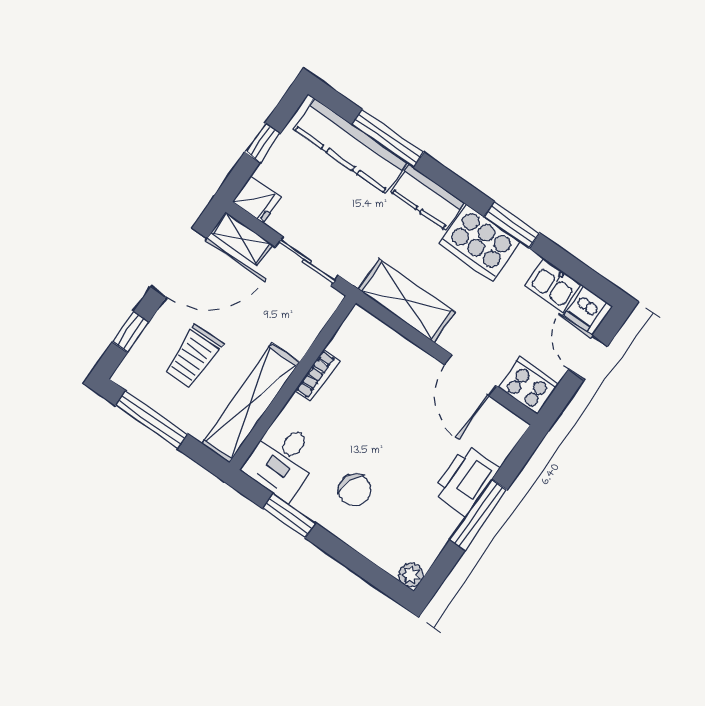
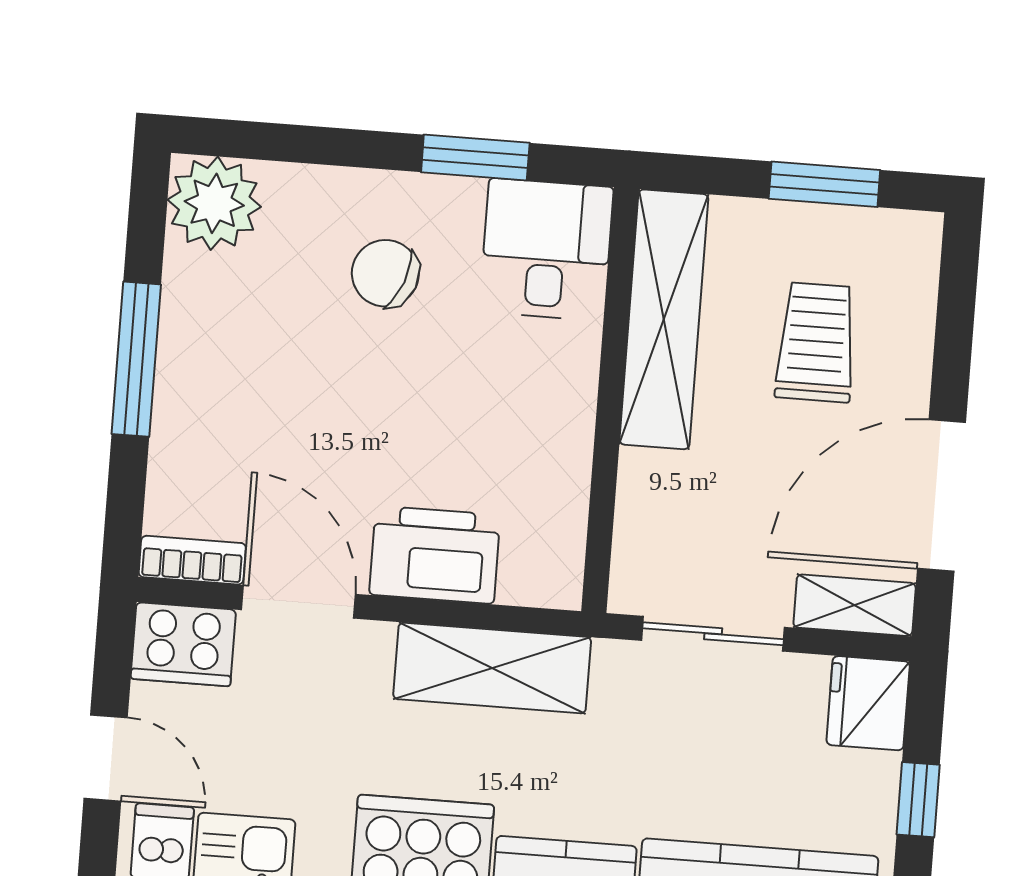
fridge: (256, 200) -> (868, 703), width x1.38
window: (130, 332) -> (955, 319), removed
bookcase: (317, 376) -> (192, 560), moved, turned 90
window: (152, 420) -> (824, 184), width x0.69
printer: (466, 480) -> (435, 555), moved, turned -90
plant: (411, 575) -> (214, 203), width x1.87, depth x1.87

